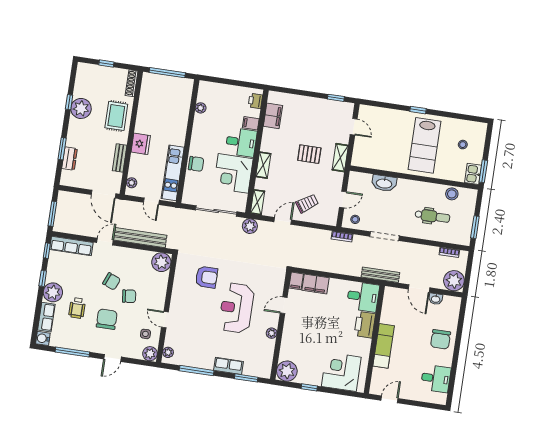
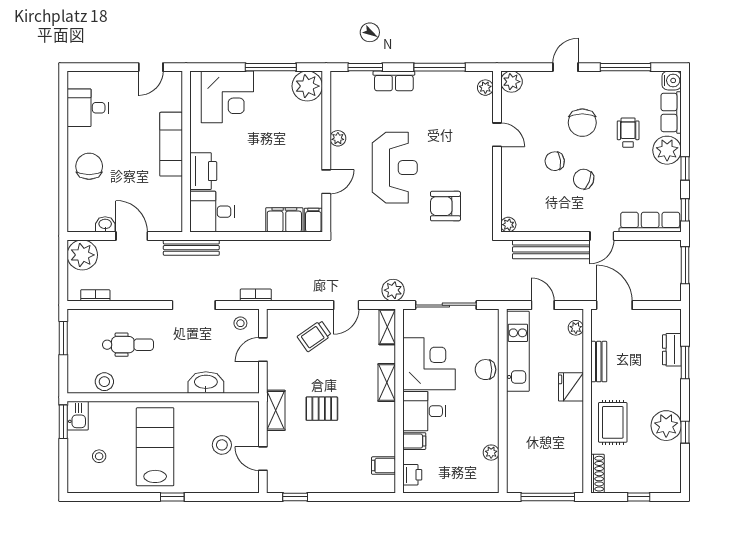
filing cabinet: (273, 116) -> (383, 466), width x0.50
stool: (380, 140) -> (222, 445), added
dental chair: (432, 216) -> (128, 345), turned 180
plant: (161, 262) -> (508, 225), width x0.53, depth x0.53
side table: (145, 334) -> (522, 110), removed
window: (309, 387) -> (271, 67), width x2.17

